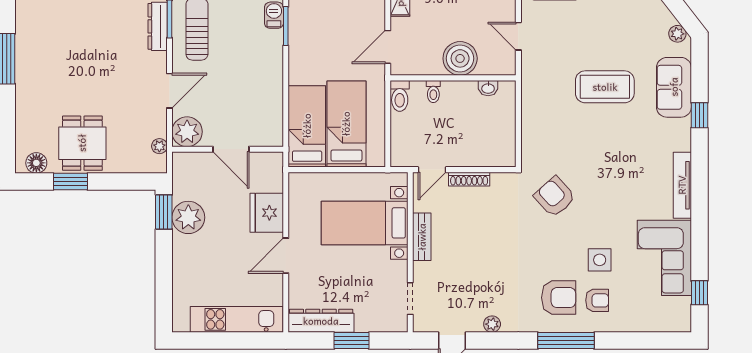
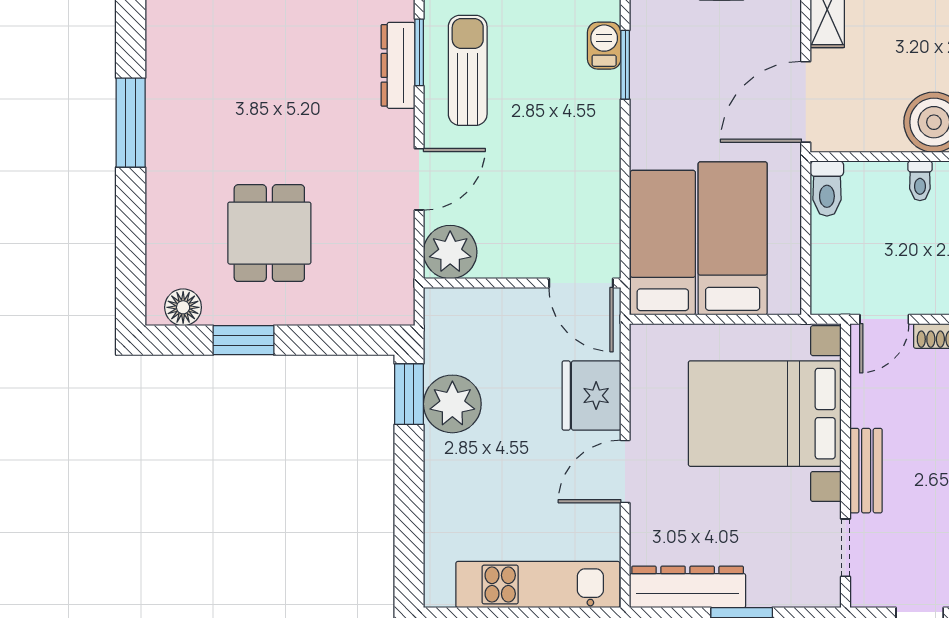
door: (388, 47) -> (806, 102), width x1.36
toilet: (433, 92) -> (920, 181), moved
dining table: (82, 143) -> (269, 233), moved
plant: (159, 146) -> (401, 278), removed
door: (231, 149) -> (581, 283), moved
bed with nightstands: (365, 223) -> (765, 414), width x1.36
bench: (422, 237) -> (866, 471), moved

